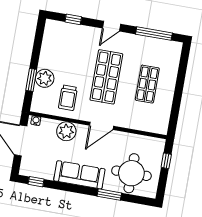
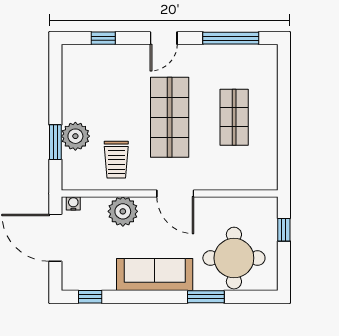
door: (102, 126) -> (175, 193), hinge flipped

